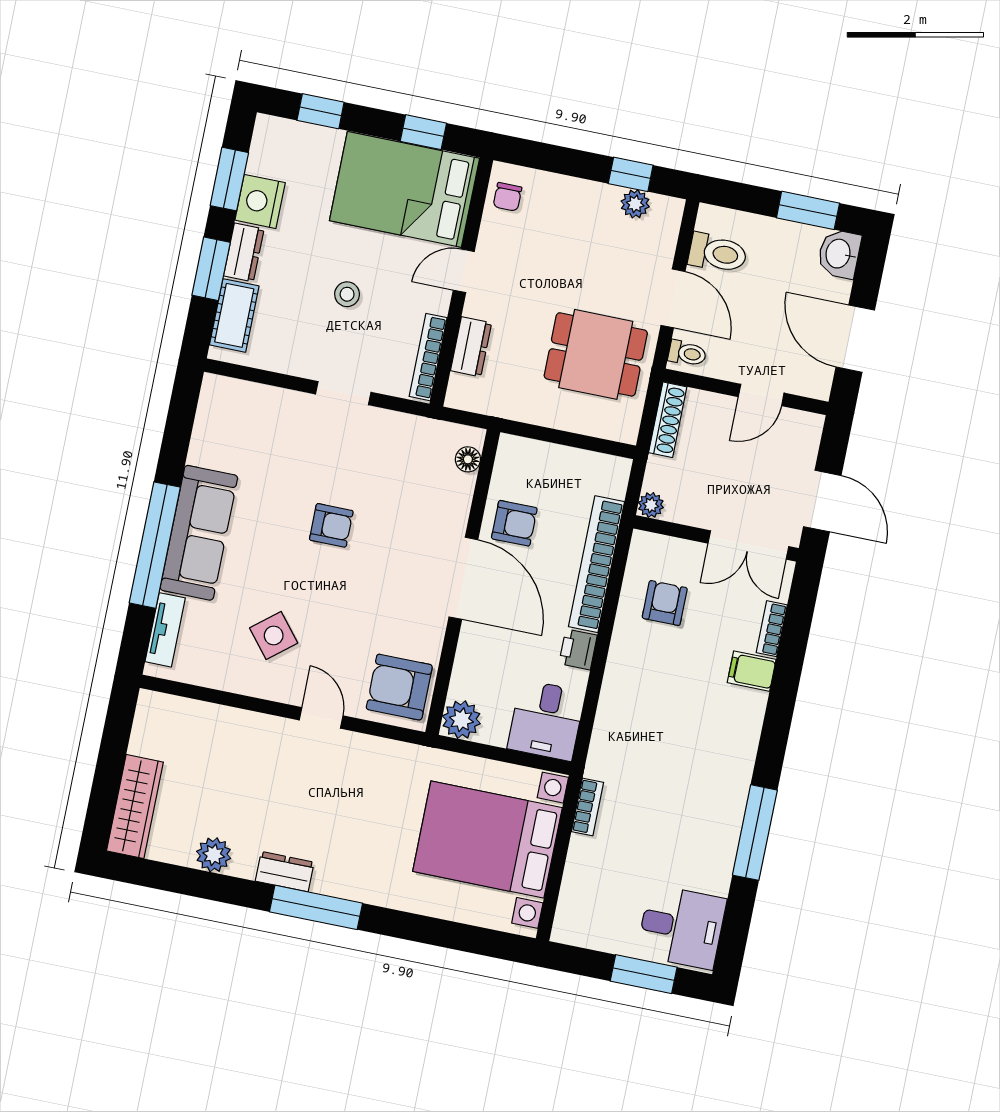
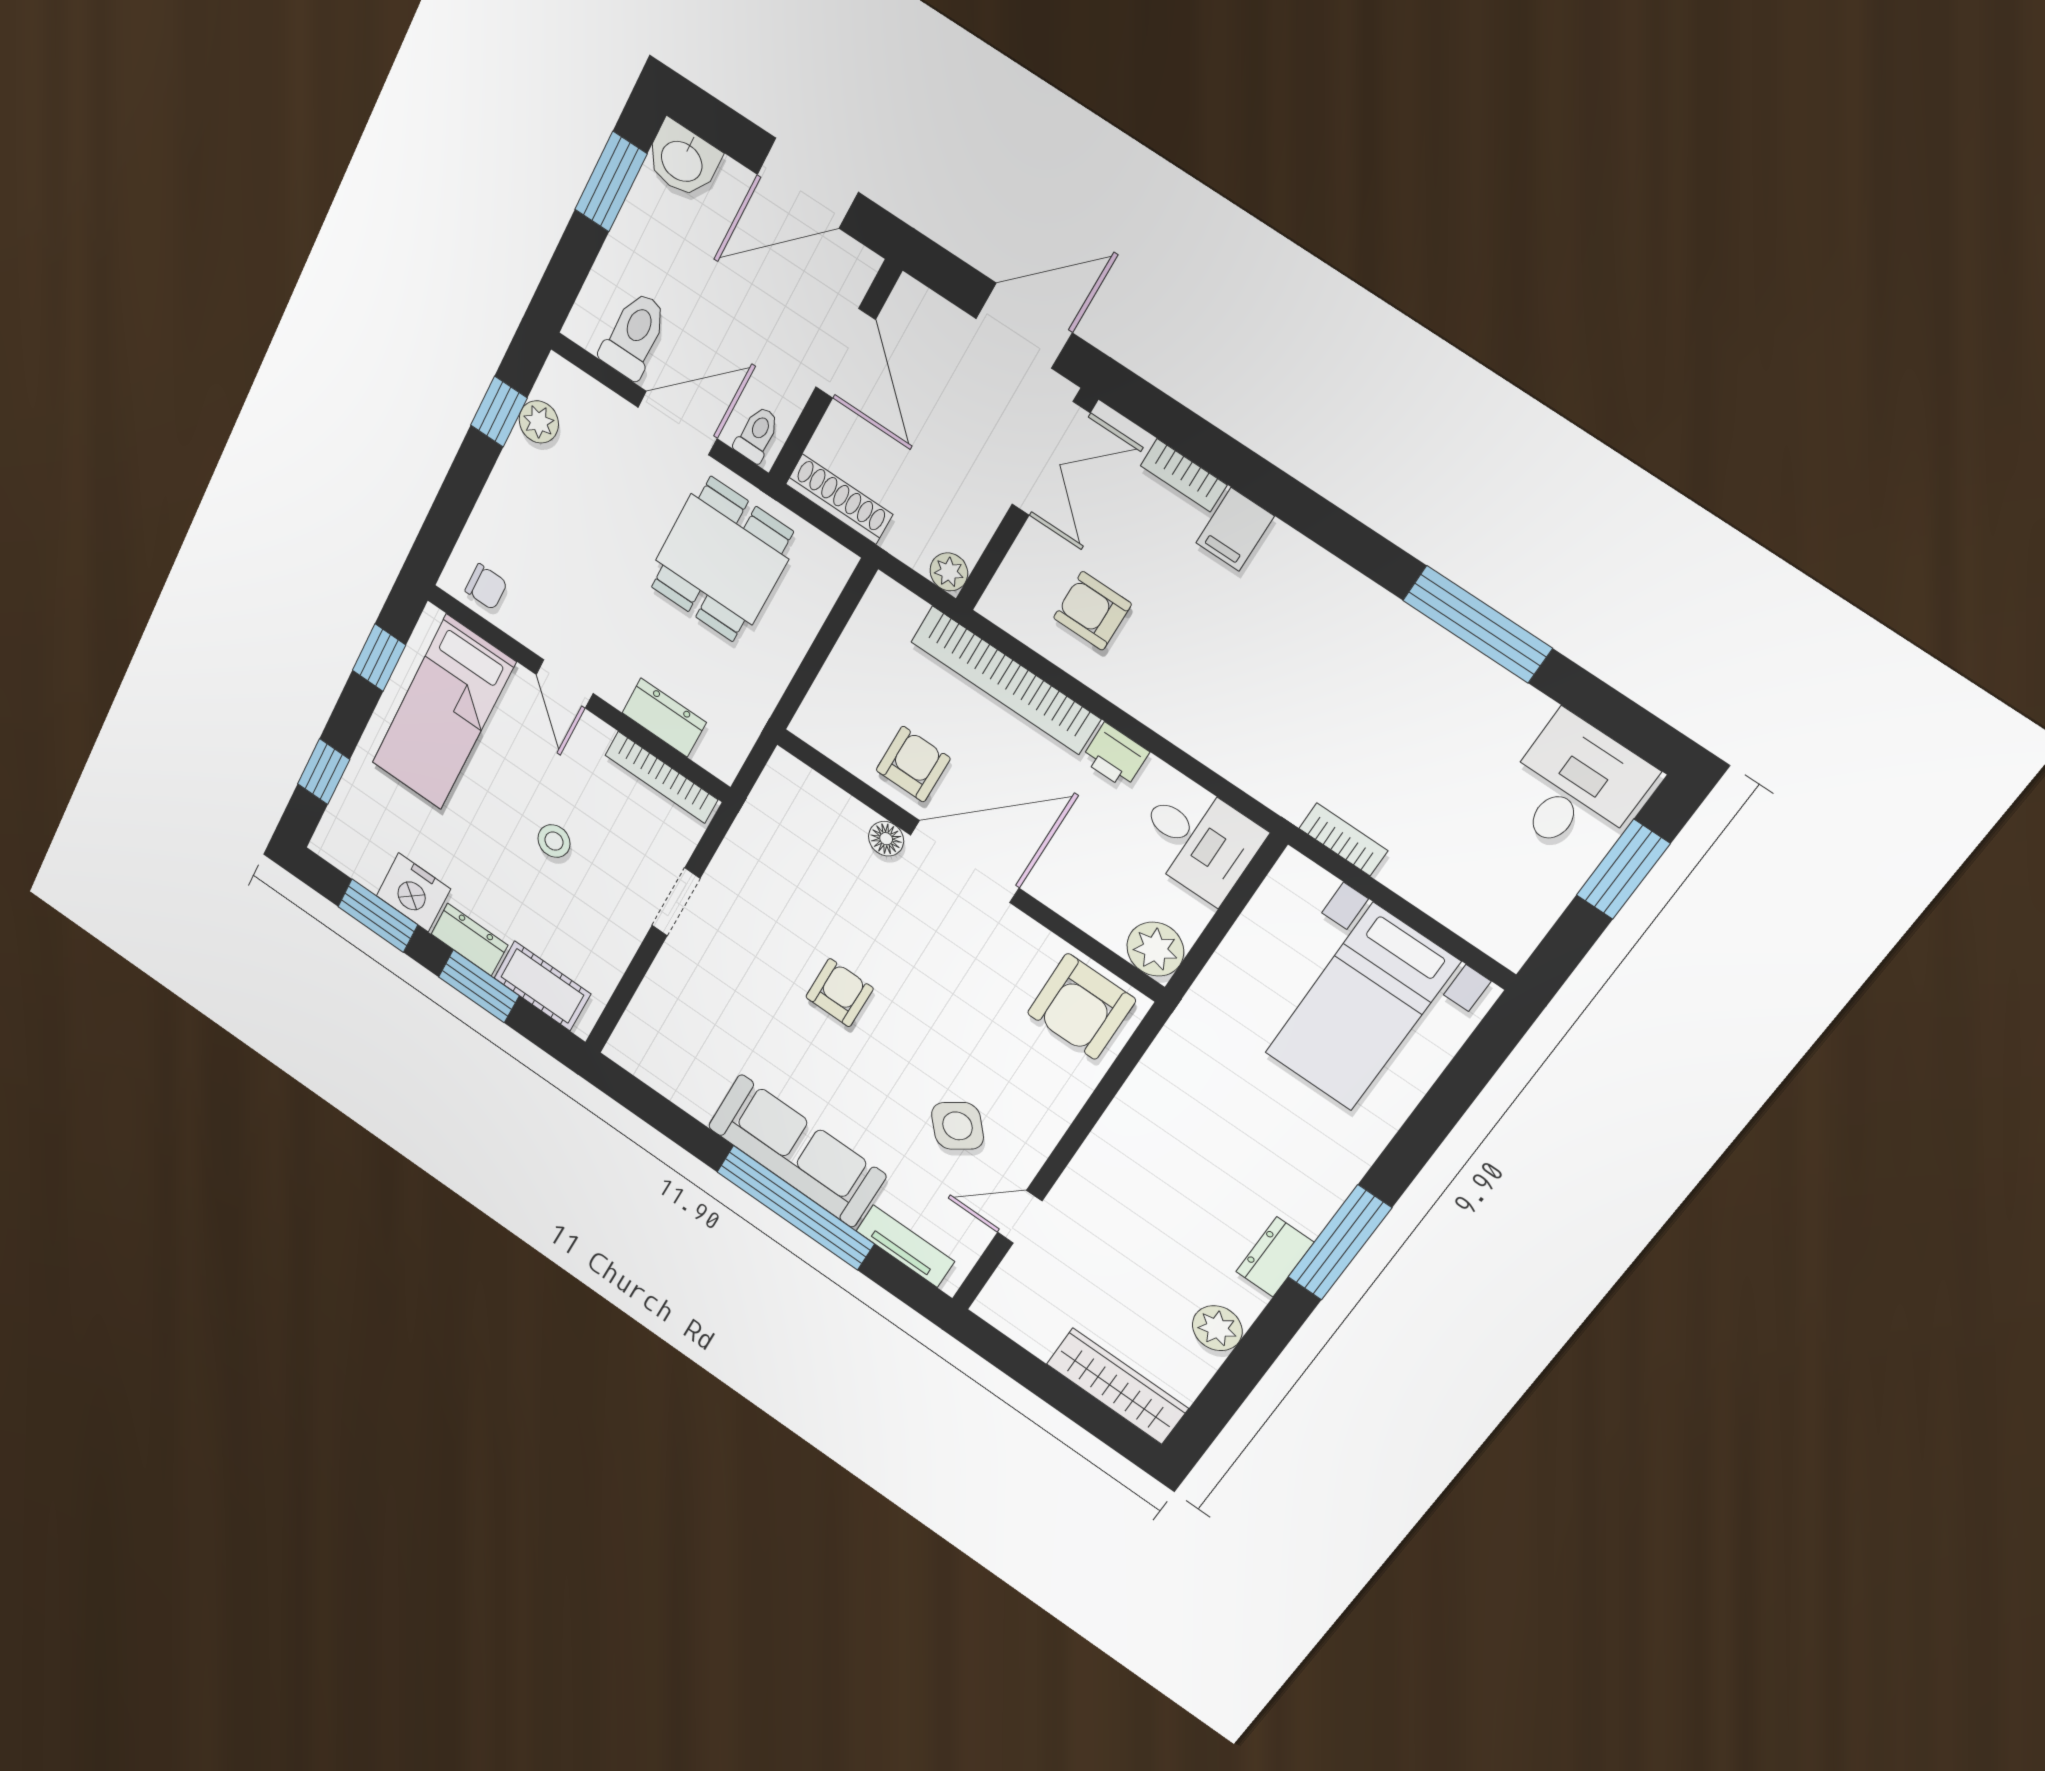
bed: (404, 189) -> (443, 713), width x0.67
door: (761, 395) -> (845, 353), width x1.38
floor lamp: (468, 459) -> (886, 839), moved
door: (321, 718) -> (1020, 1217), moved
bed with nightstands: (487, 840) -> (1362, 1008), width x0.73

